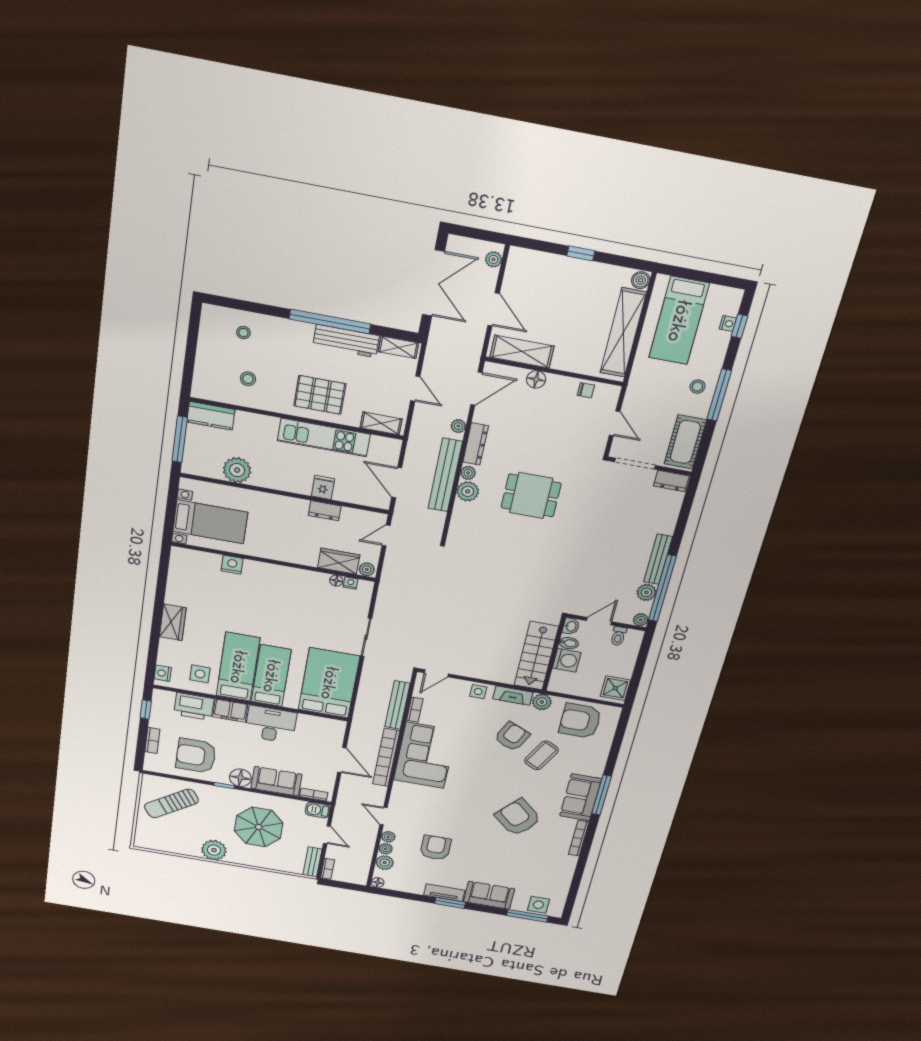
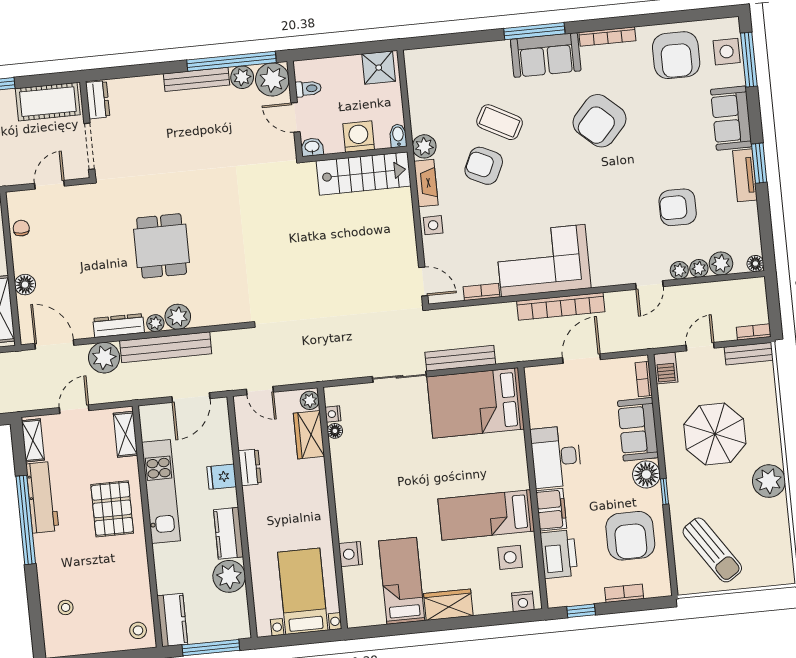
stool: (248, 379) -> (138, 630), moved
plant: (458, 426) -> (104, 358), width x1.88, depth x1.88
kitchen counter: (274, 480) -> (228, 533), added
plant: (641, 620) -> (272, 79), width x1.87, depth x1.87
bidet: (569, 643) -> (398, 136), moved
bed: (271, 676) -> (402, 581), moved, turned 90
bench: (397, 705) -> (460, 358), moved
armchair: (580, 721) -> (676, 55), moved

